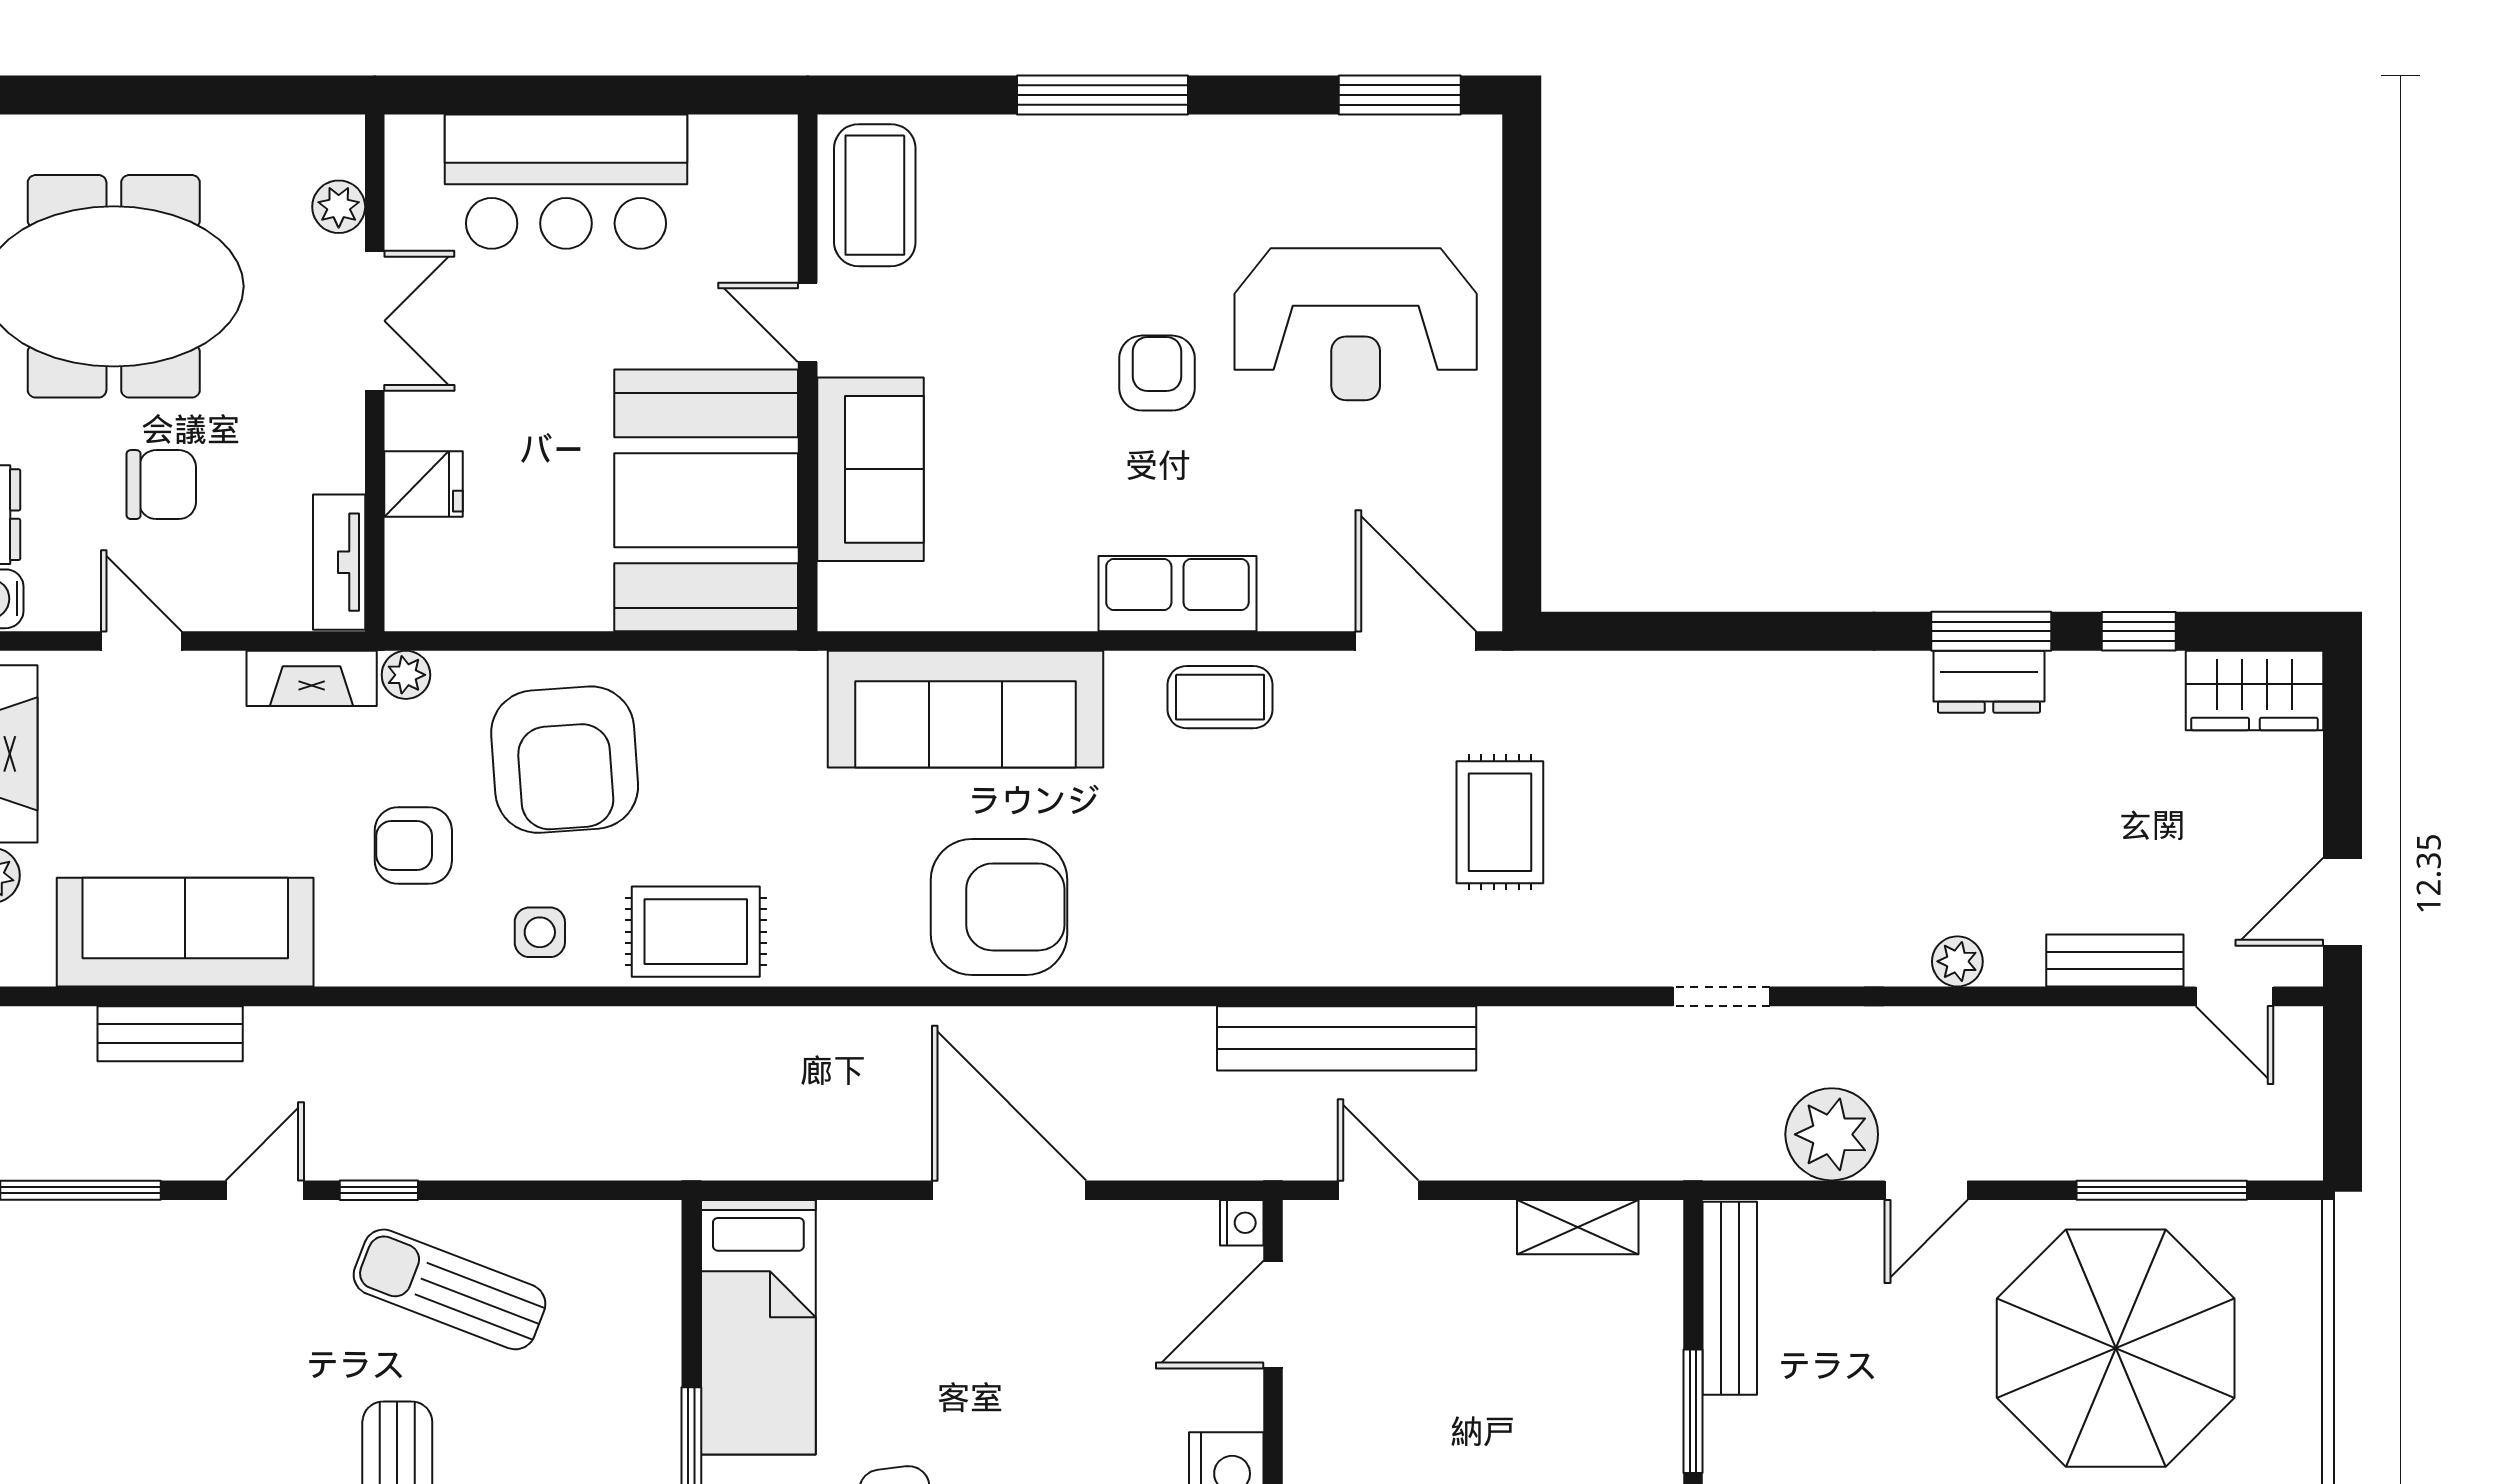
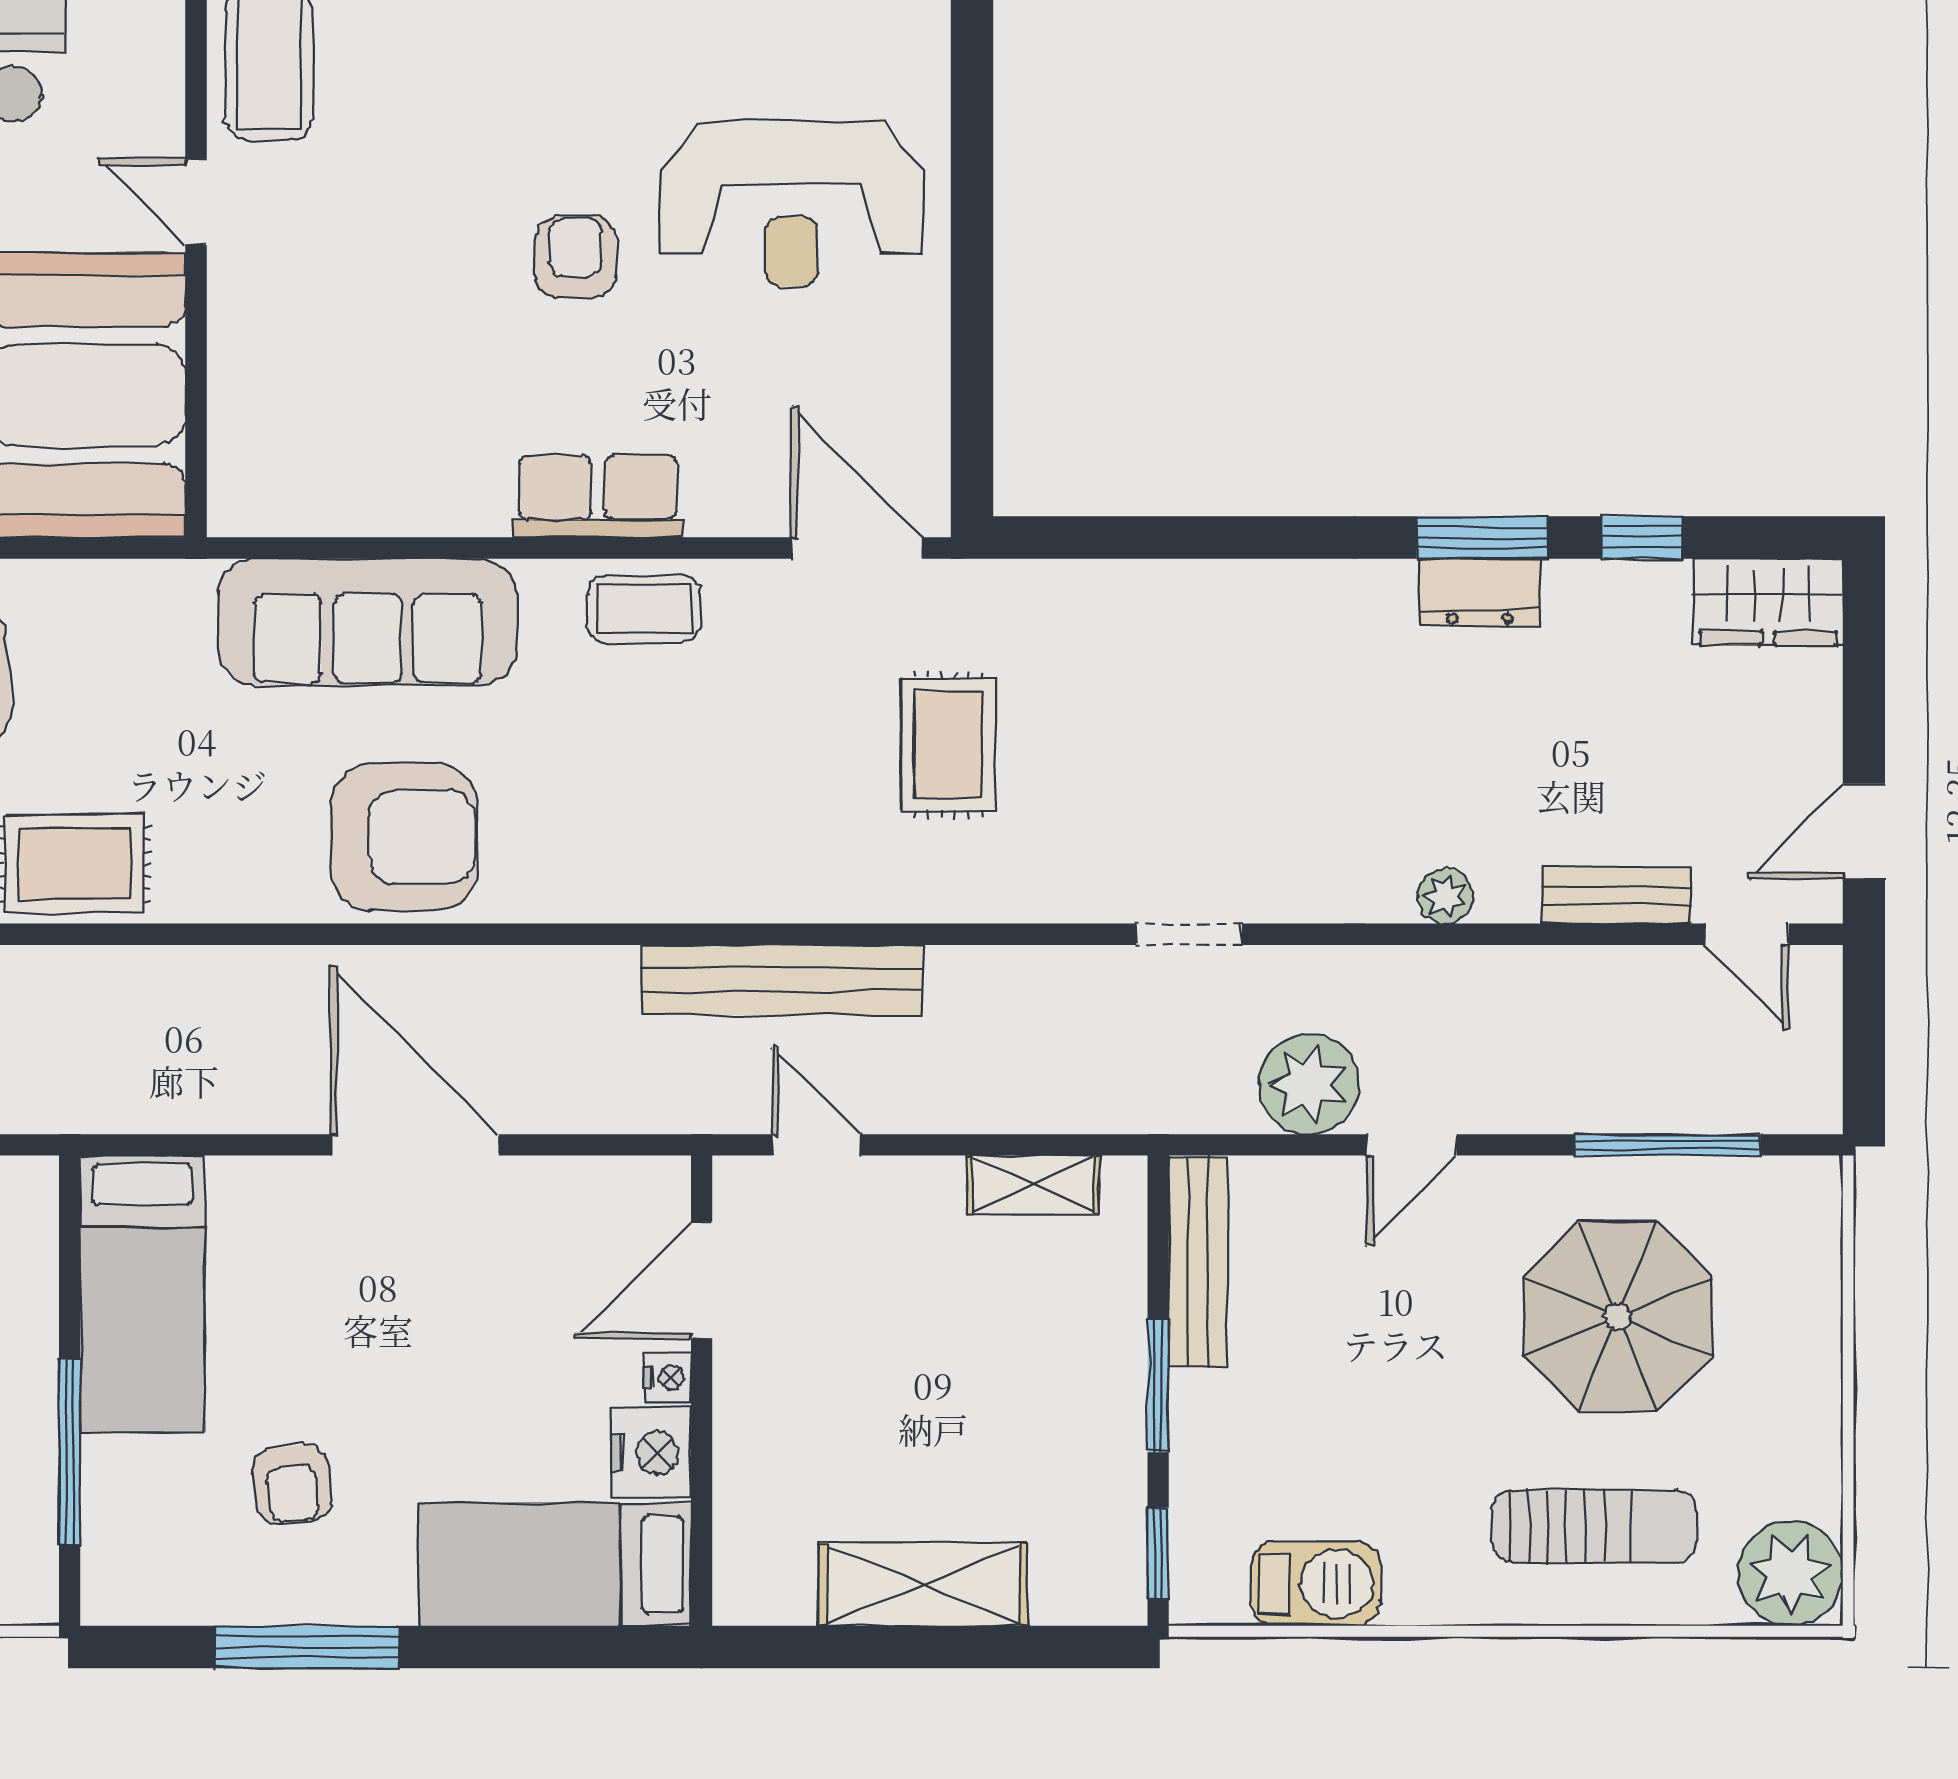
sofa: (871, 469) -> (264, 361), removed
nightstand: (1242, 1223) -> (668, 1377), moved
parasol: (2116, 1348) -> (1617, 1316), width x0.73, depth x0.73

